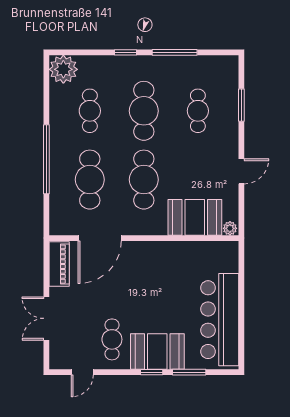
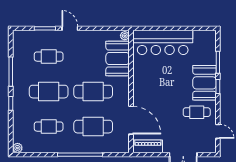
plant: (63, 69) -> (17, 148), width x0.53, depth x0.53
door: (241, 171) -> (70, 28), moved
bar counter: (220, 320) -> (163, 42), moved

